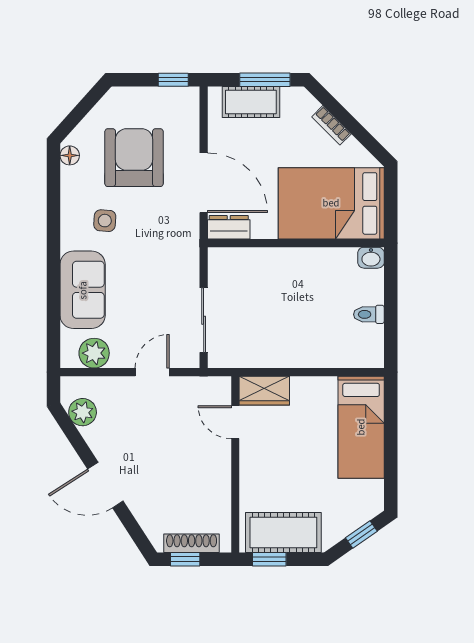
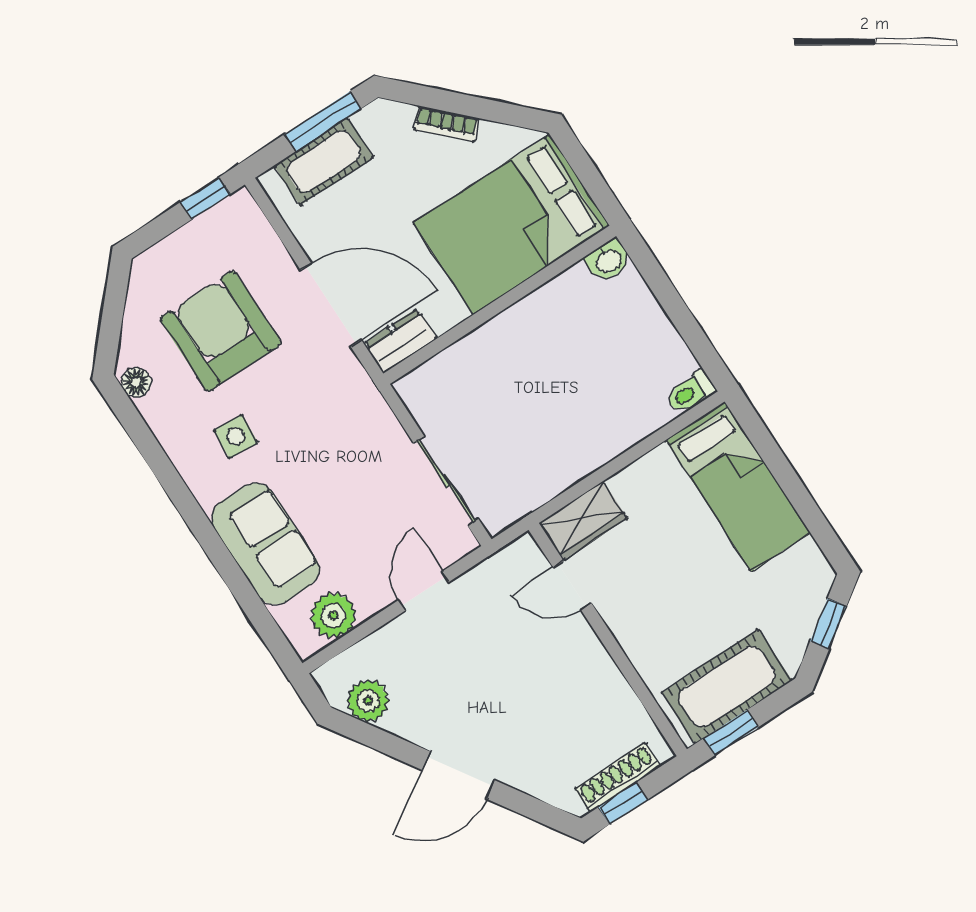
toilet: (369, 314) -> (691, 392), moved

